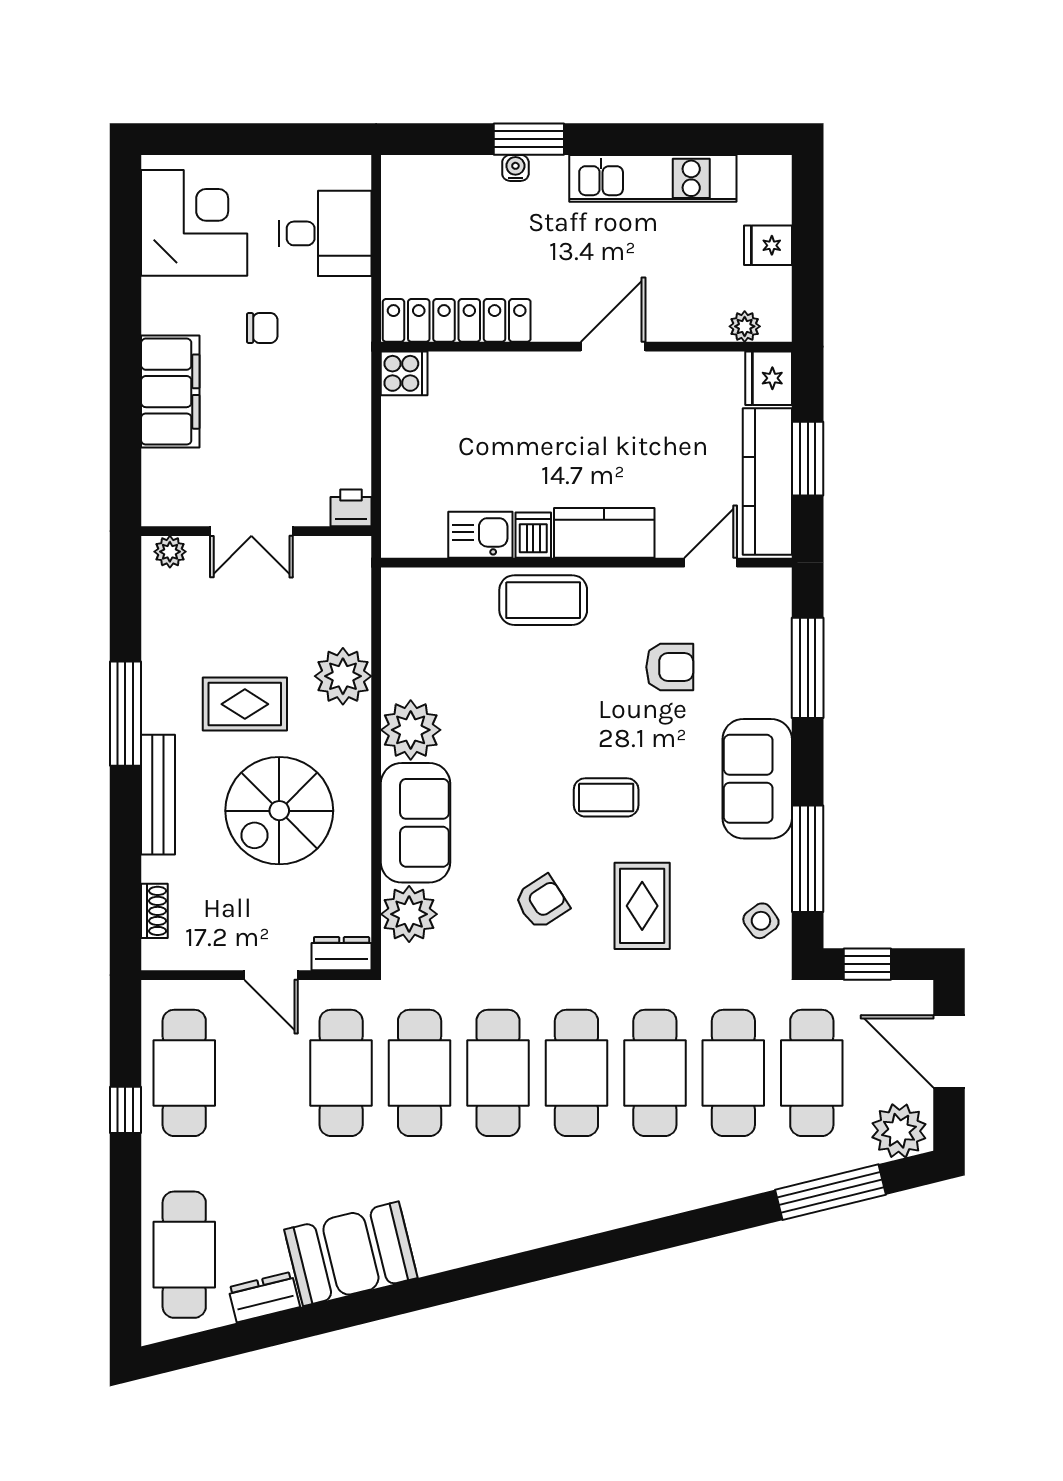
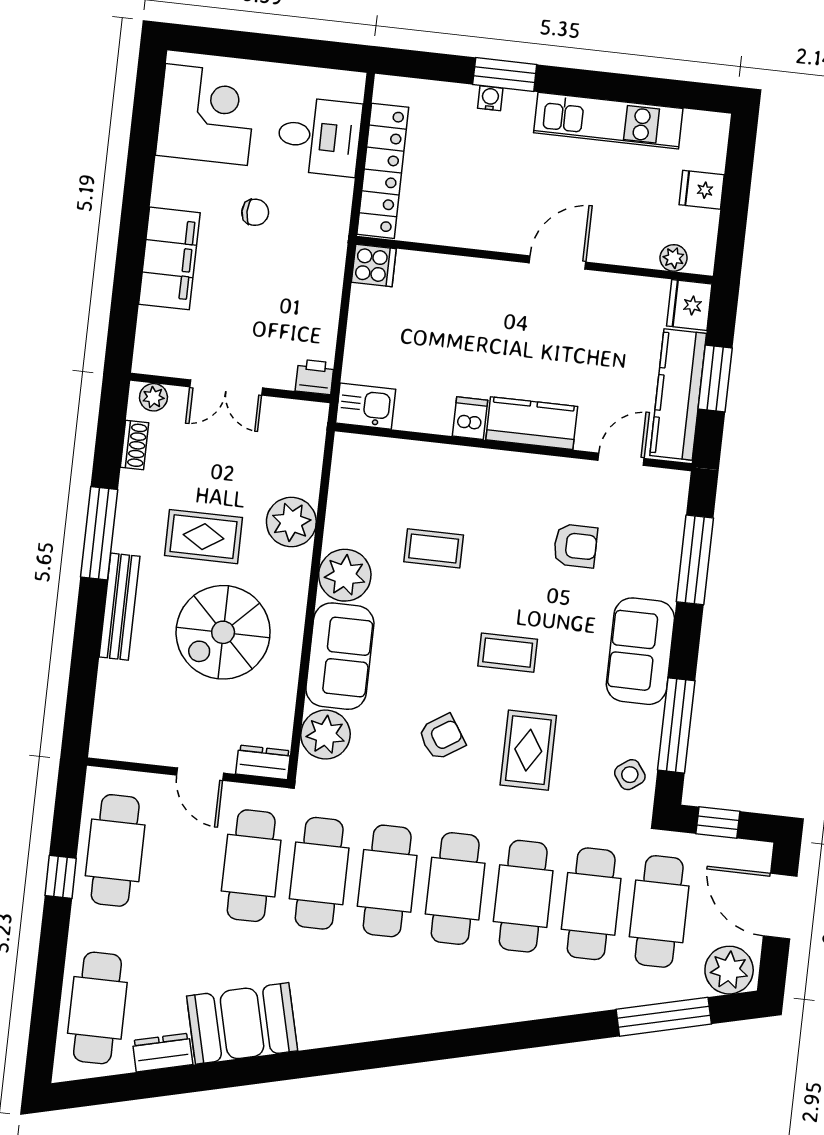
locker: (457, 320) -> (383, 171), moved, turned 90
kitchen sink: (480, 535) -> (366, 406), moved
coffee table: (543, 600) -> (434, 548), moved, width x0.73, depth x0.77
shoe rack: (154, 911) -> (134, 445), moved

